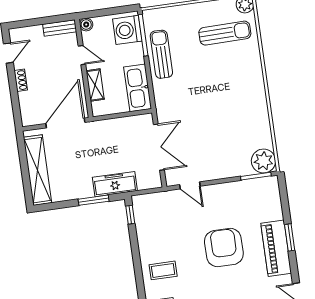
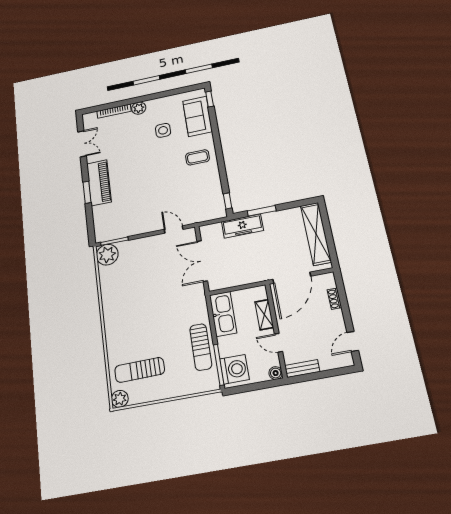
shoe rack: (21, 80) -> (334, 299), moved
armchair: (224, 248) -> (144, 180), removed

